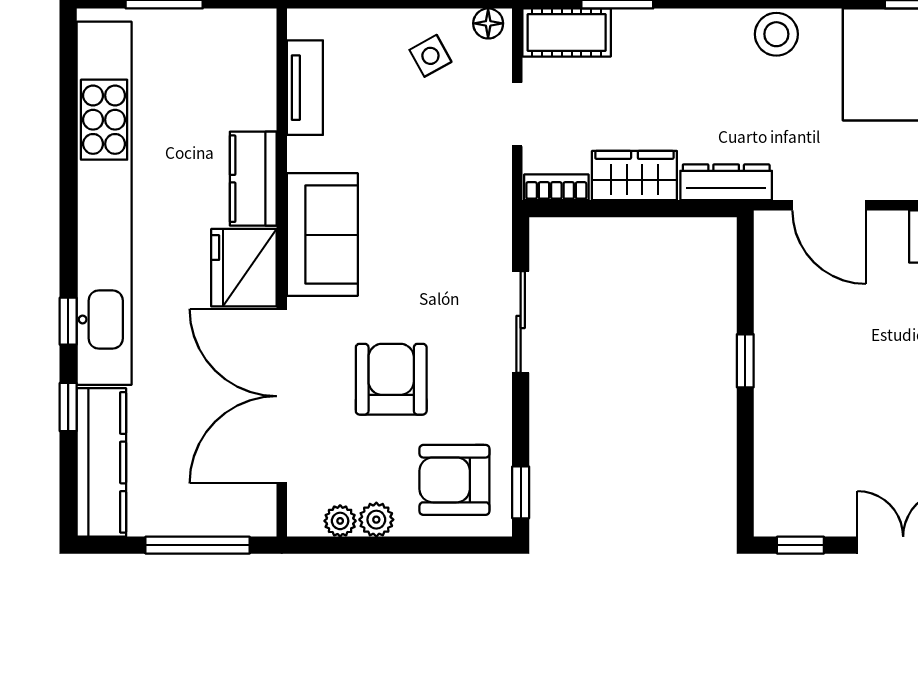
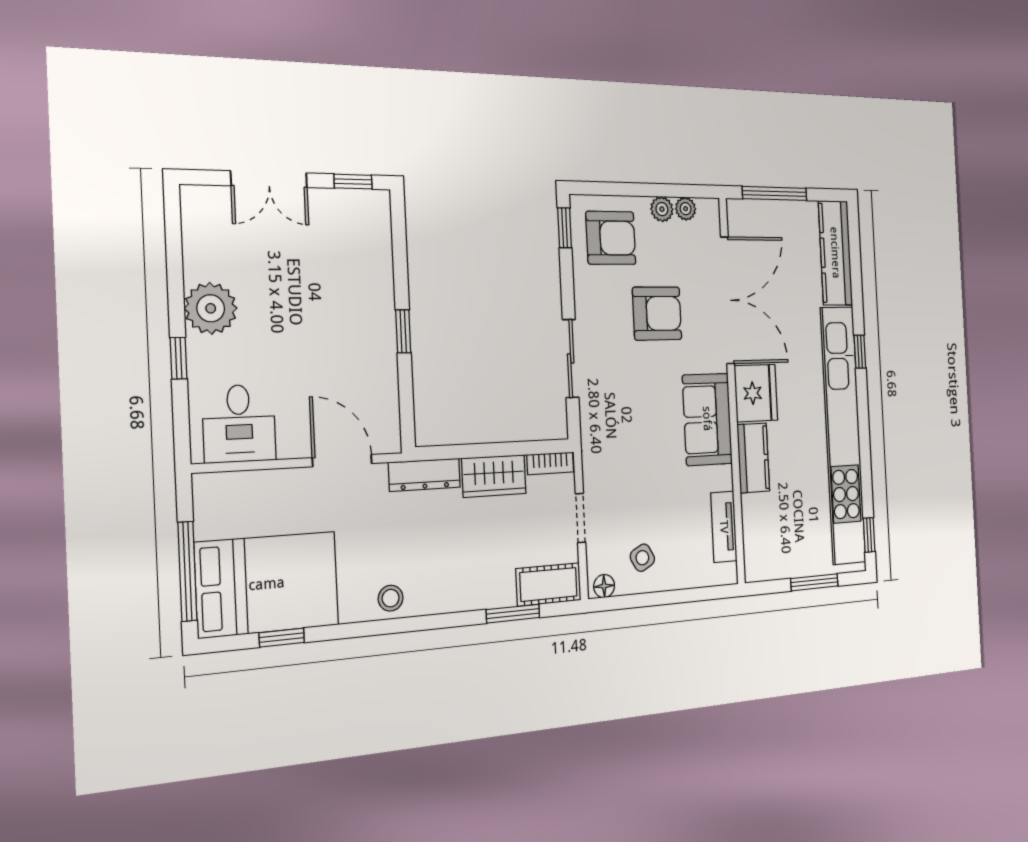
stool: (776, 34) -> (391, 598), width x0.73, depth x0.73
armchair: (391, 379) -> (657, 313), turned -90
window: (68, 407) -> (869, 535), moved

